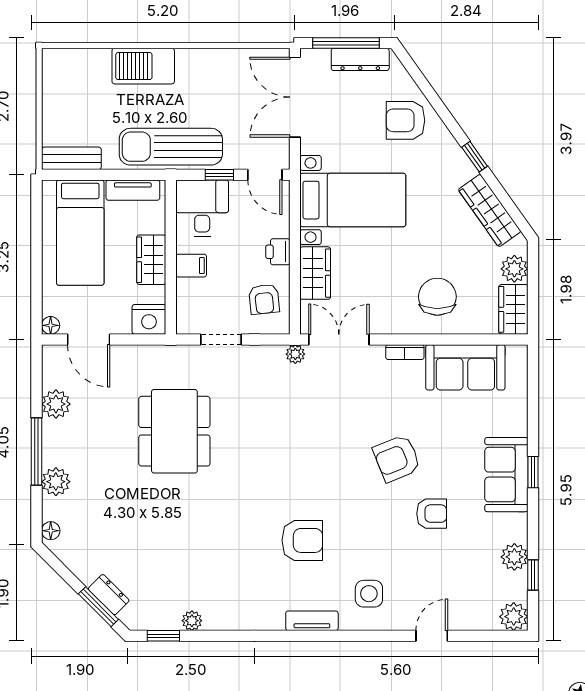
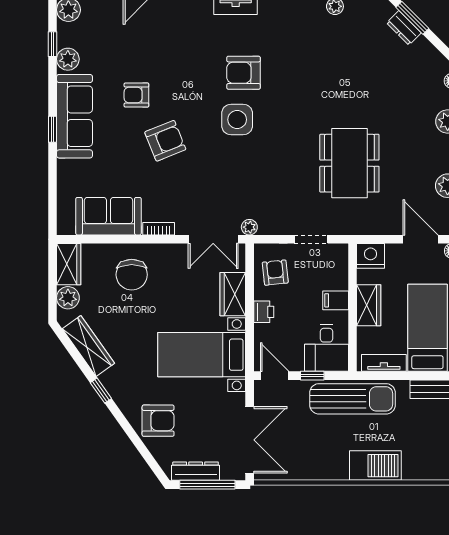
sofa: (506, 475) -> (74, 116), width x1.36
side table: (369, 594) -> (237, 120), moved, width x1.37, depth x1.37

